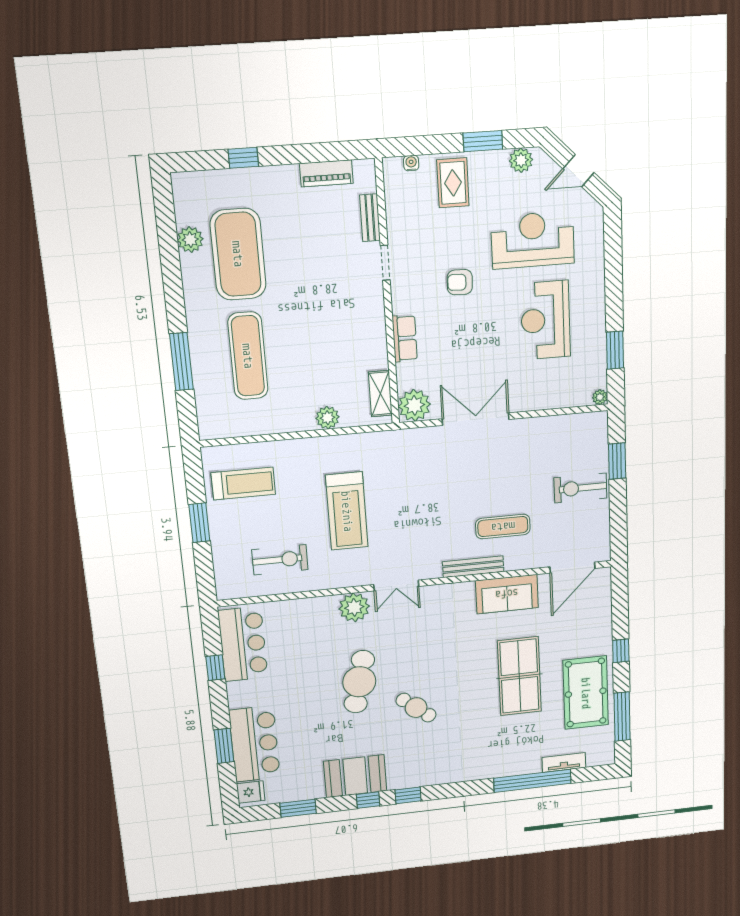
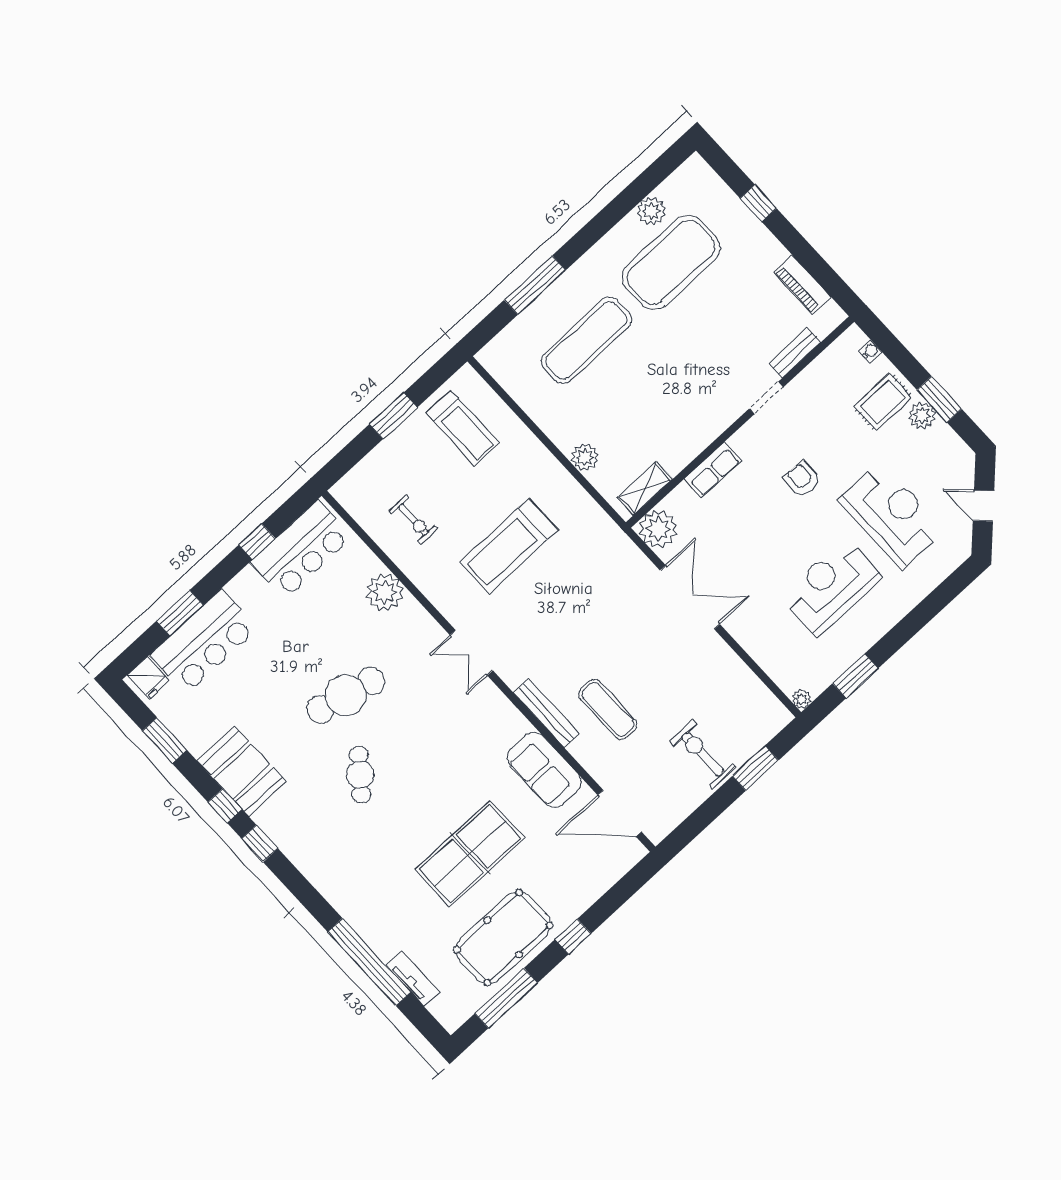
plant: (521, 160) -> (922, 415), moved
exercise bike: (280, 560) -> (413, 520), width x0.73, depth x0.72
plant: (354, 607) -> (385, 592), moved

